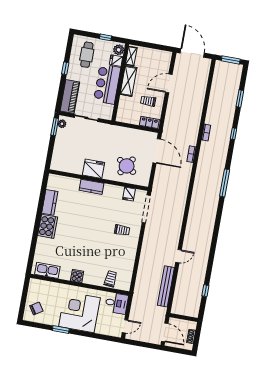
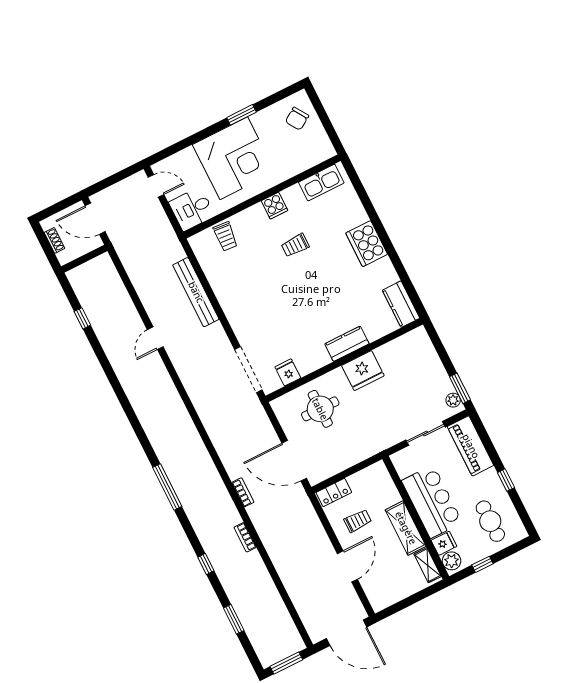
round table: (127, 166) -> (320, 409), turned -33
kitchen counter: (50, 202) -> (401, 304), moved
trolley: (122, 230) -> (295, 245), moved
bench: (166, 286) -> (196, 292), moved
door: (125, 326) -> (156, 186), swing flipped

